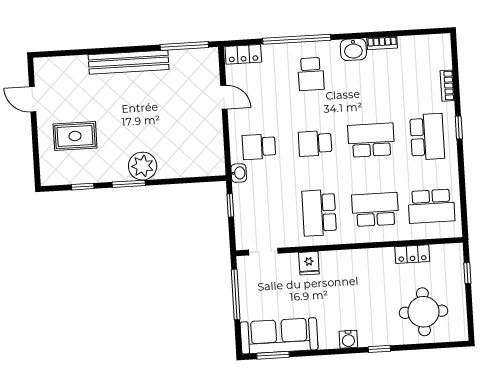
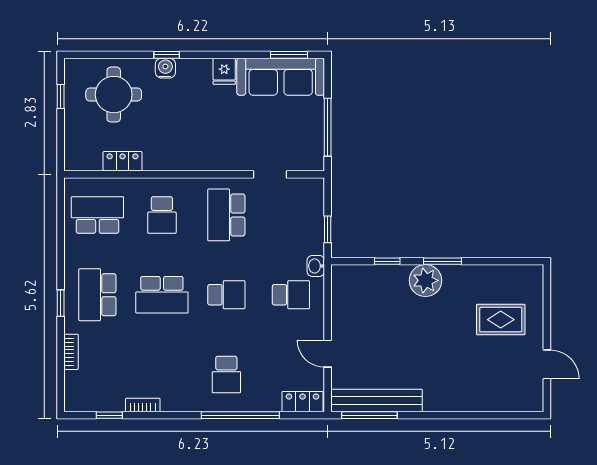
window: (411, 33) -> (109, 415), added
washbasin: (353, 50) -> (176, 400), removed
bench: (129, 62) -> (377, 401), moved
school desk: (311, 74) -> (226, 374), turned 180
window: (83, 187) -> (387, 261), moved
school desk: (375, 209) -> (162, 215), width x0.54
school desk: (319, 213) -> (226, 215), turned 180
doorway: (263, 252) -> (270, 174), moved
fridge: (309, 263) -> (224, 71), moved, turned 180
window: (467, 273) -> (61, 97), moved
water cooler: (348, 339) -> (165, 68), moved

